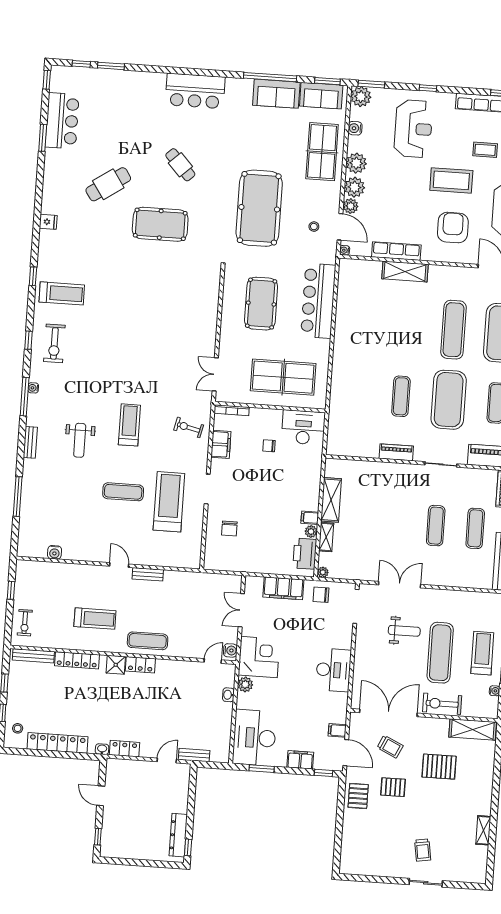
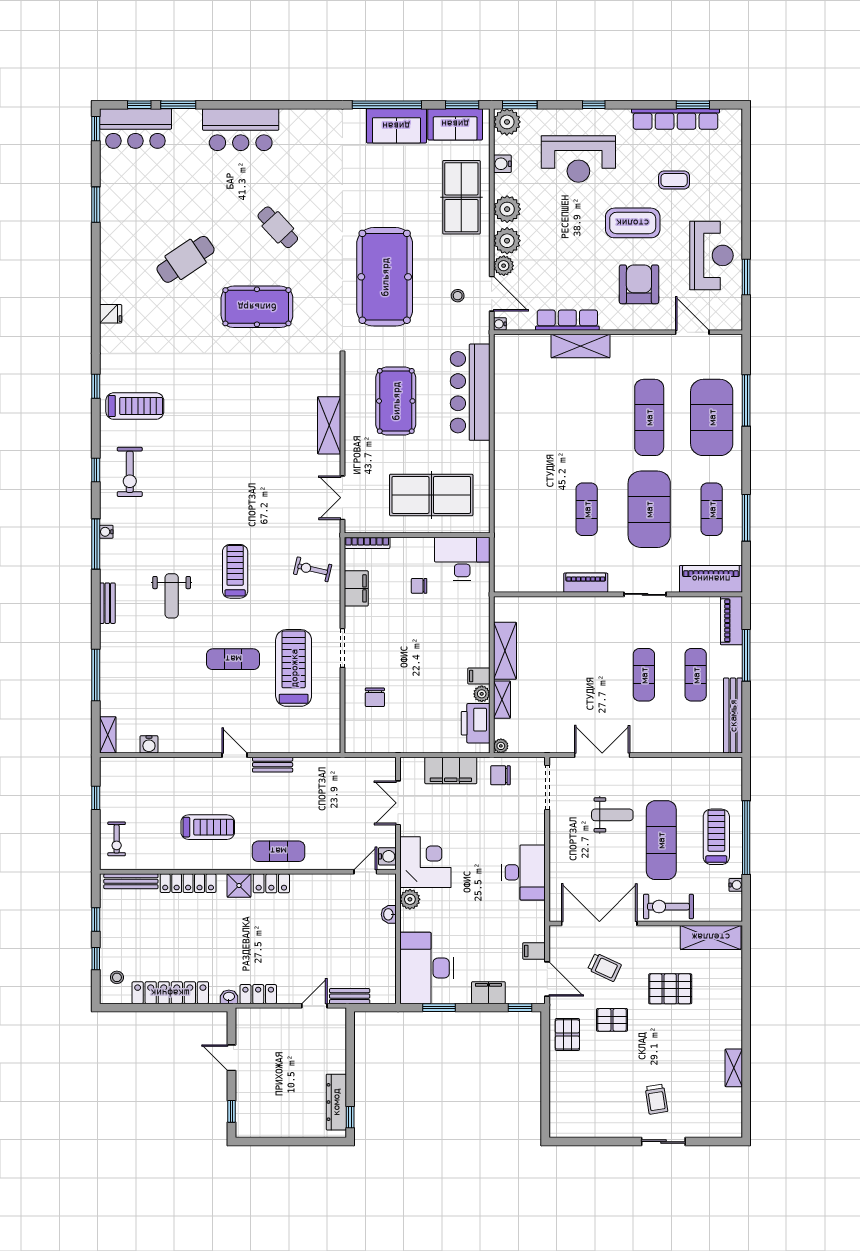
bar counter: (195, 91) -> (241, 130), moved
bar counter: (62, 121) -> (135, 128), moved, turned 90
reception desk: (413, 129) -> (578, 159), turned 90
shelving: (209, 319) -> (329, 425), added
shelving: (24, 543) -> (108, 735), added

